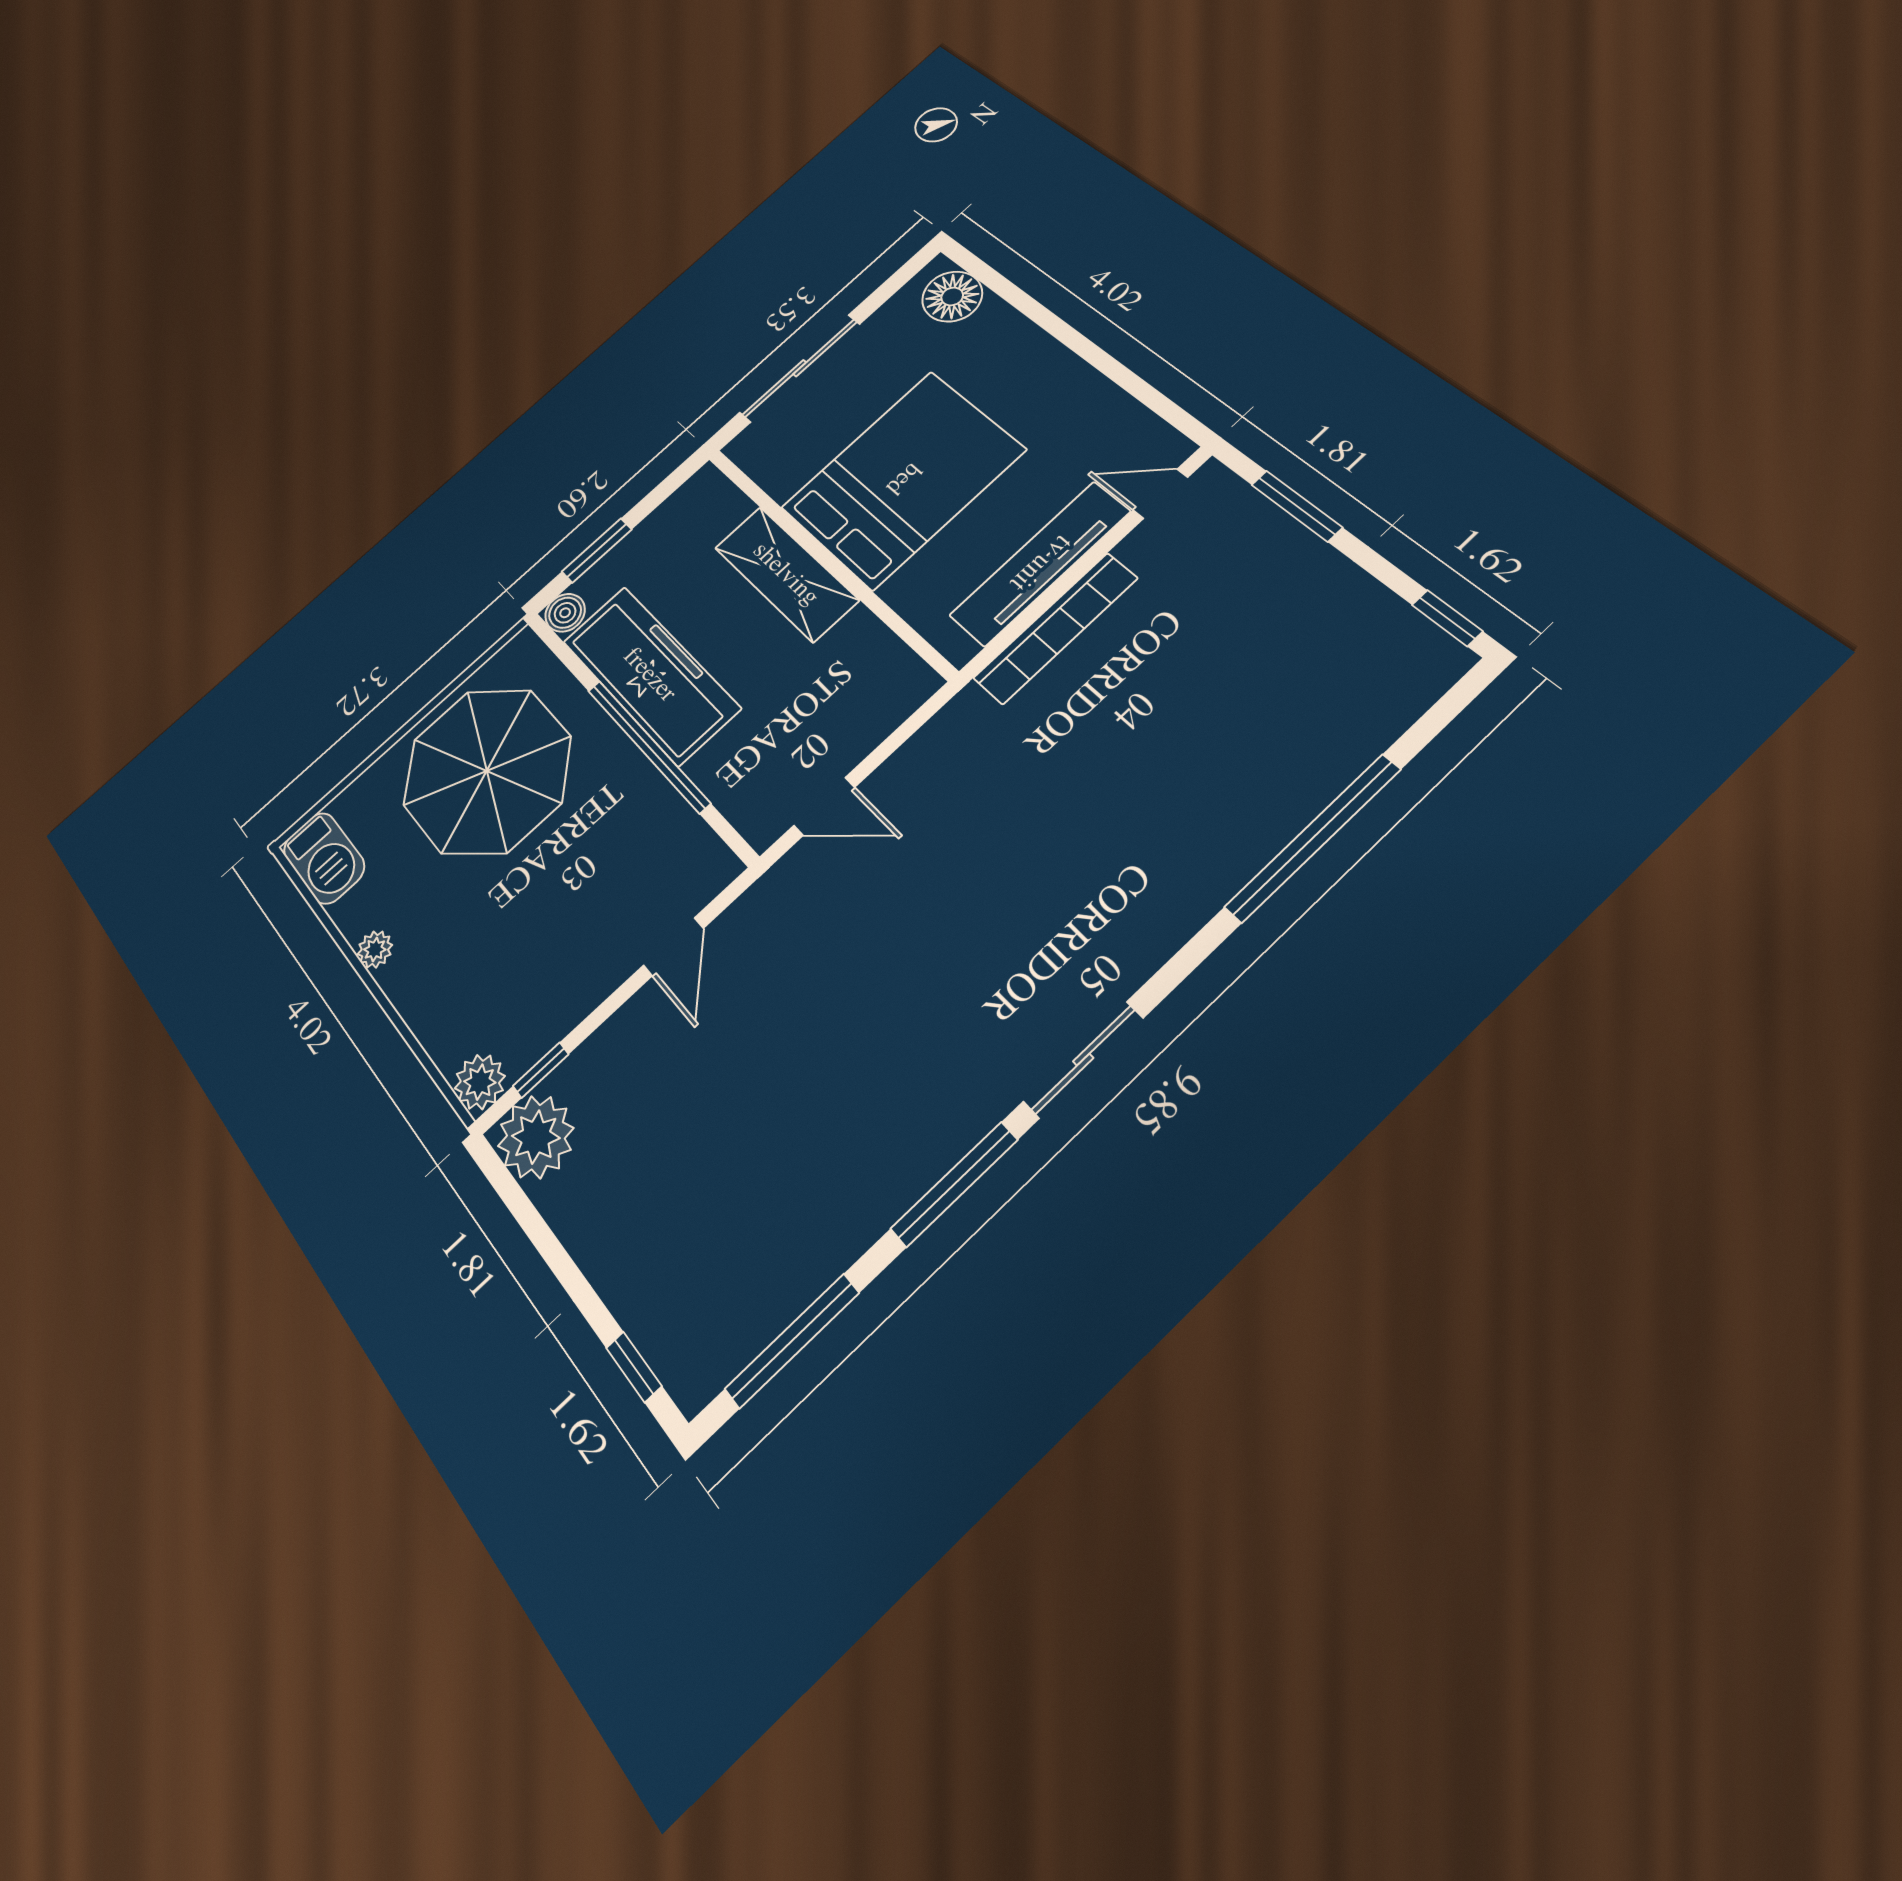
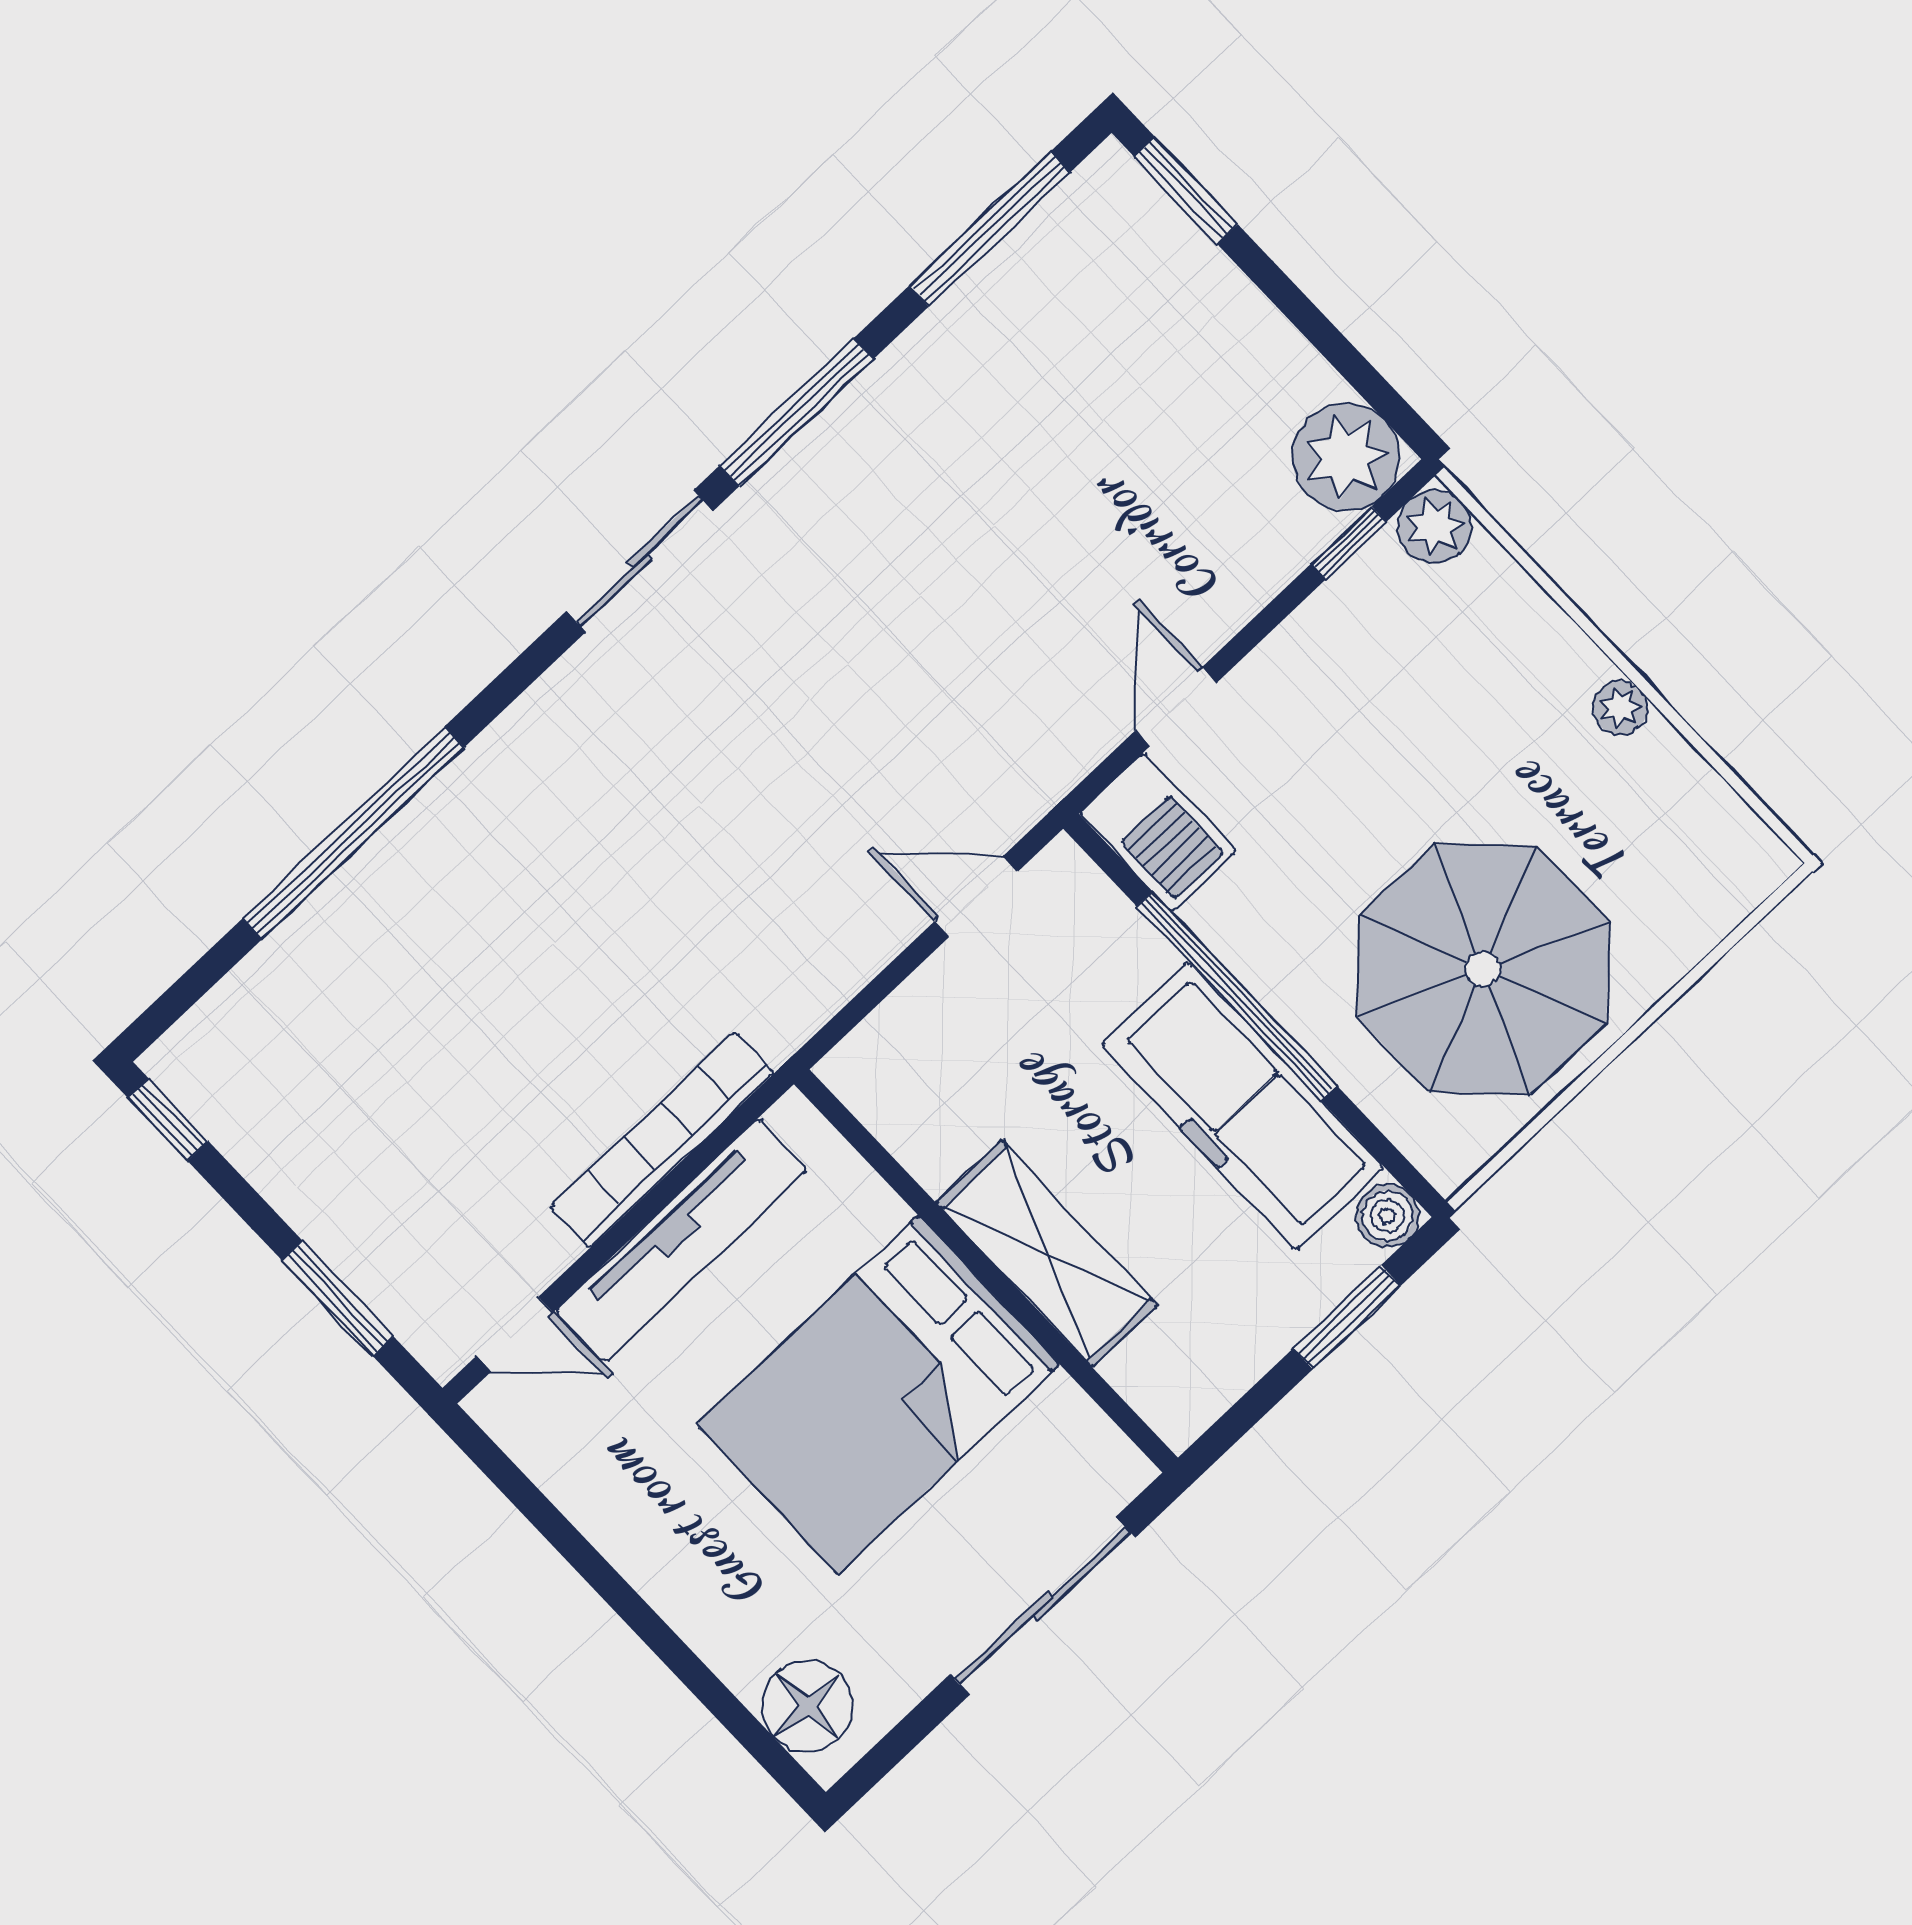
barbecue: (324, 858) -> (1158, 833), moved, turned 180
window: (634, 1367) -> (1186, 190), width x1.50

